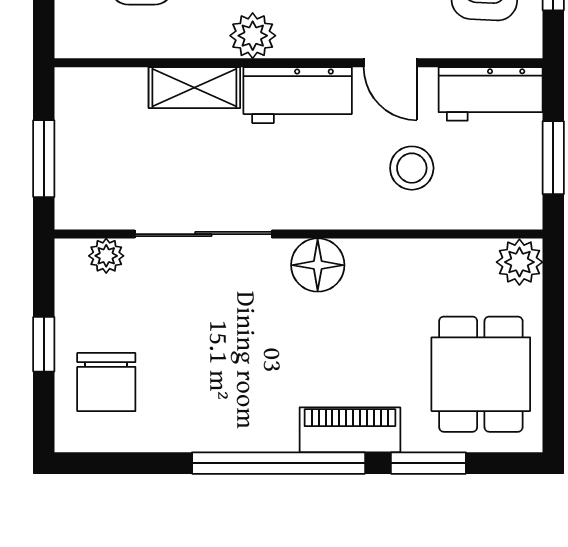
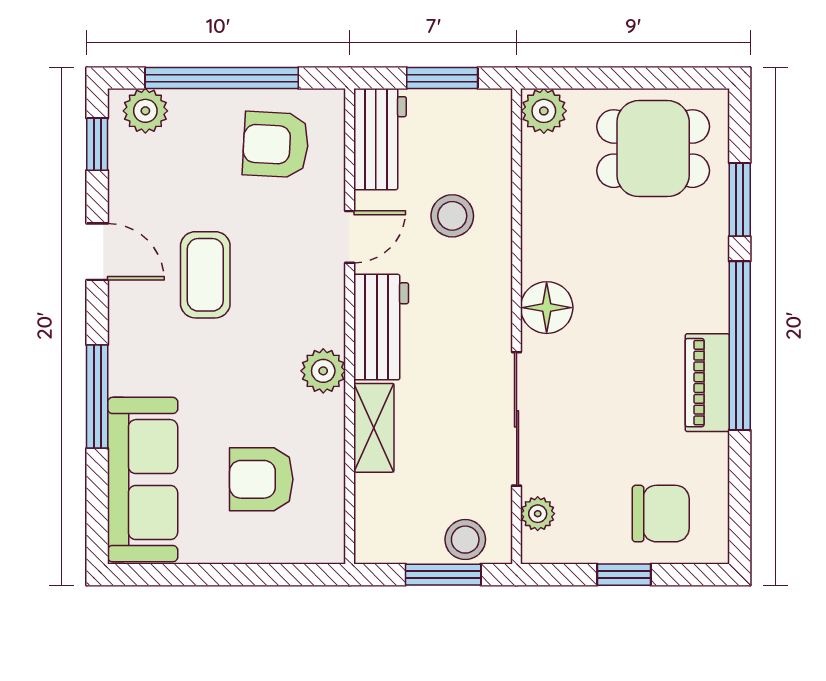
stool: (80, 181) -> (465, 540), added
piano: (350, 430) -> (707, 383), moved

